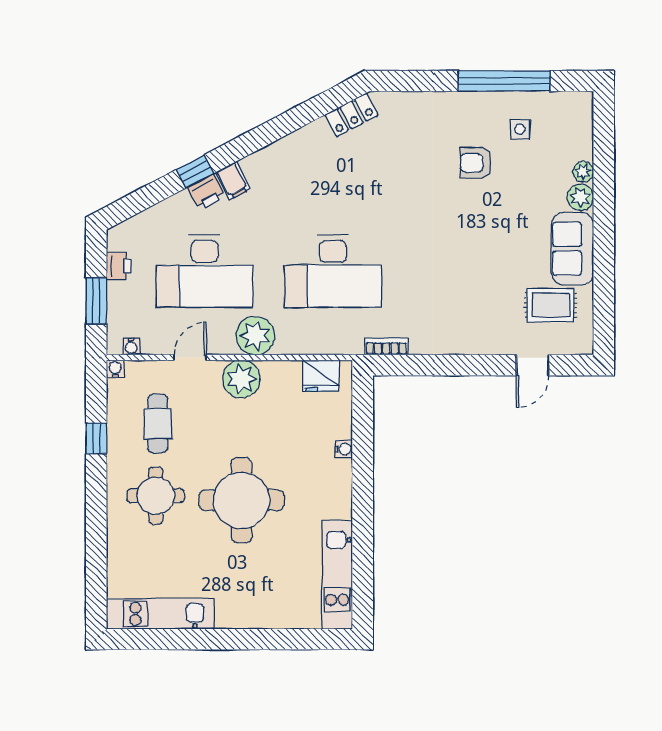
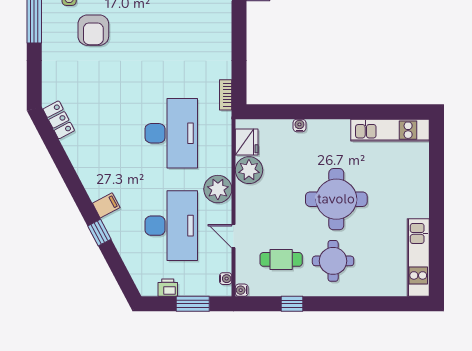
armchair: (476, 163) -> (93, 30), width x1.38, depth x1.38
printer: (206, 192) -> (114, 224), removed
plant: (241, 379) -> (249, 170), moved

